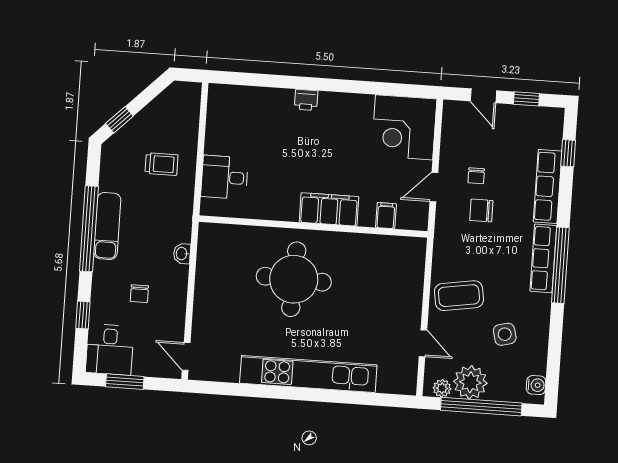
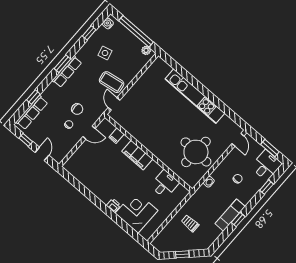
window: (119, 120) -> (182, 254), moved
corner desk: (404, 127) -> (137, 212), moved, turned -90
window: (568, 153) -> (33, 97), moved
desk: (224, 177) -> (165, 184), moved, turned -90
row of seats: (548, 186) -> (32, 112), moved
window: (89, 229) -> (238, 219), width x0.32
window: (560, 265) -> (62, 64), width x0.47
round table: (294, 279) -> (196, 152), moved
door: (423, 343) -> (114, 104), moved
window: (555, 347) -> (89, 33), added
plant: (470, 382) -> (133, 44), removed

